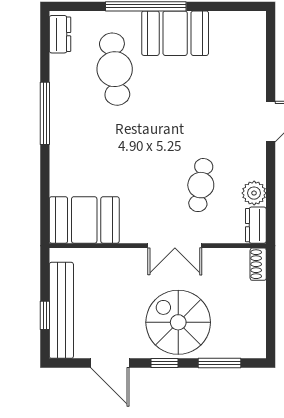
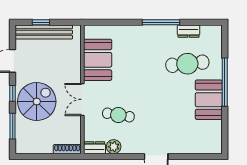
dresser: (60, 34) -> (189, 31), moved
booth: (84, 220) -> (98, 60), moved
shoe rack: (258, 264) -> (67, 149), width x1.43

